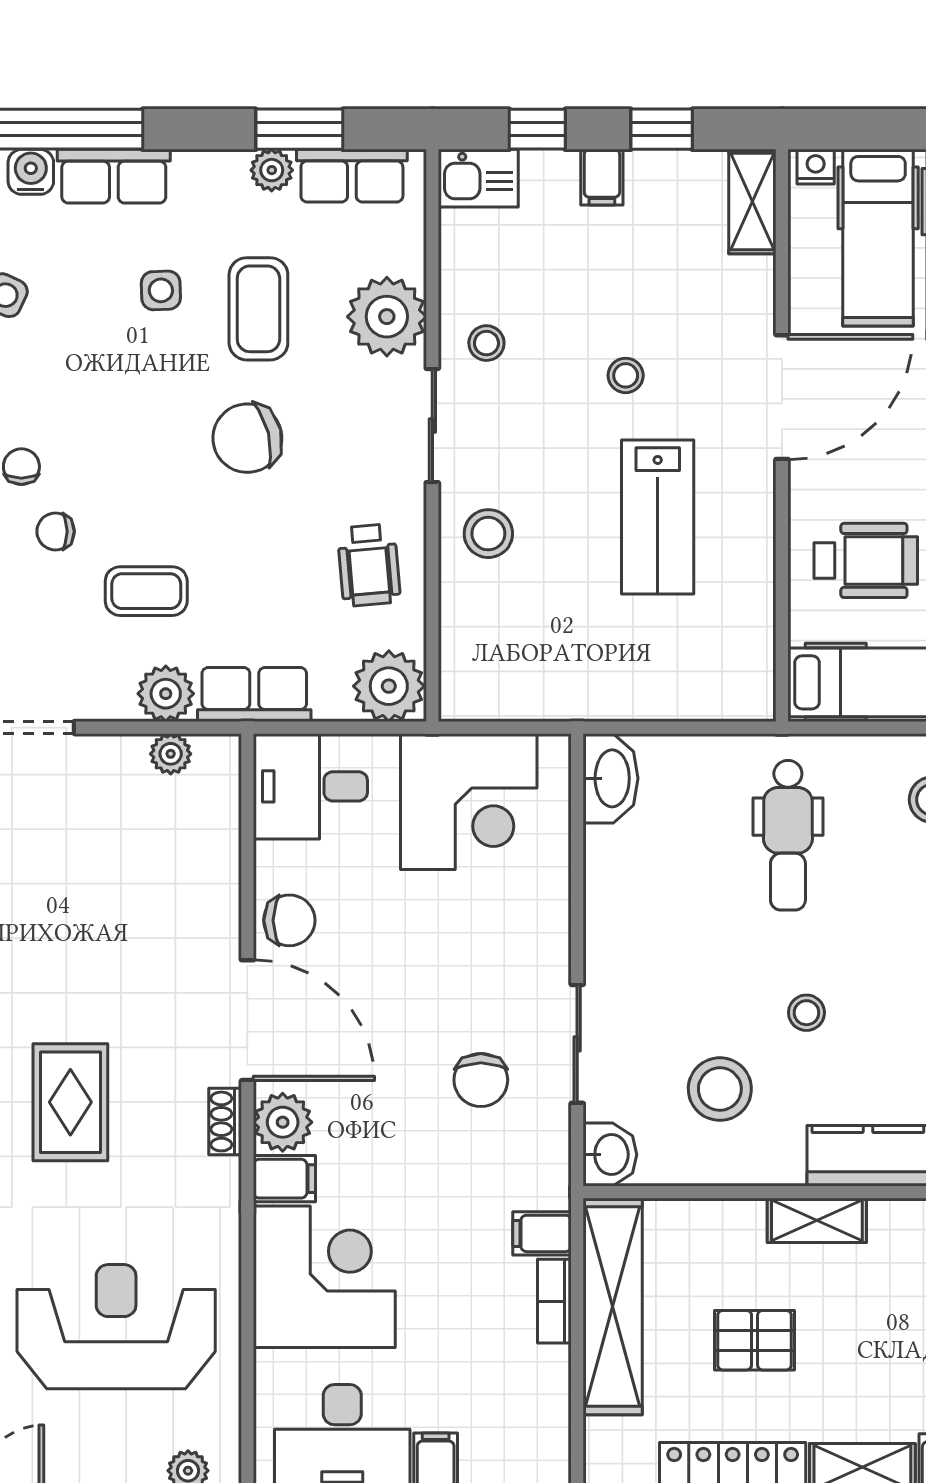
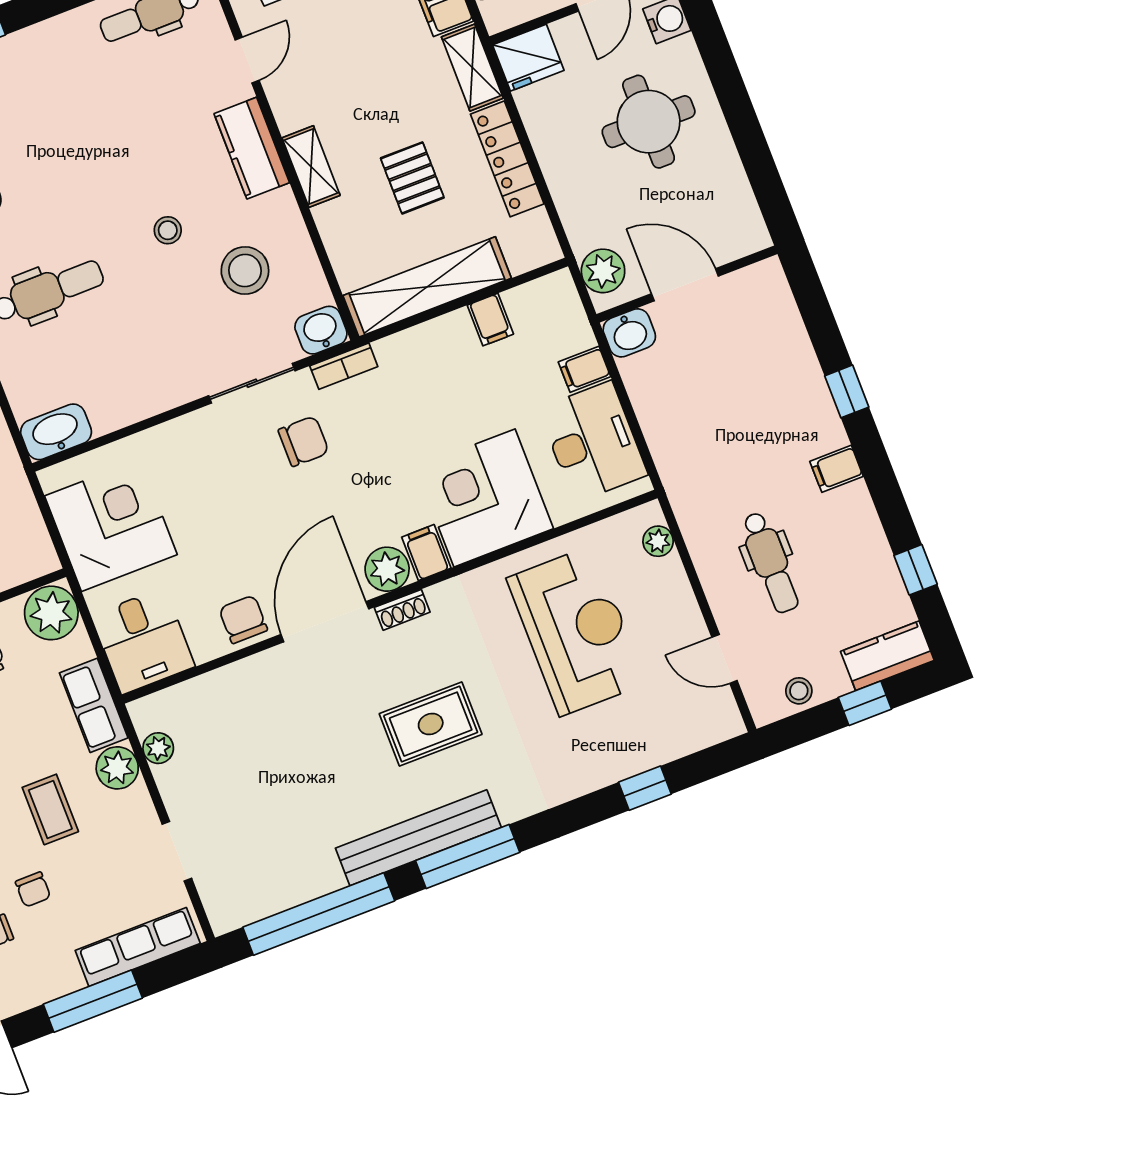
filing cabinet: (542, 1233) -> (490, 320), moved
bookcase: (554, 1301) -> (344, 366), moved
reception desk: (116, 1327) -> (576, 631), turned 180

